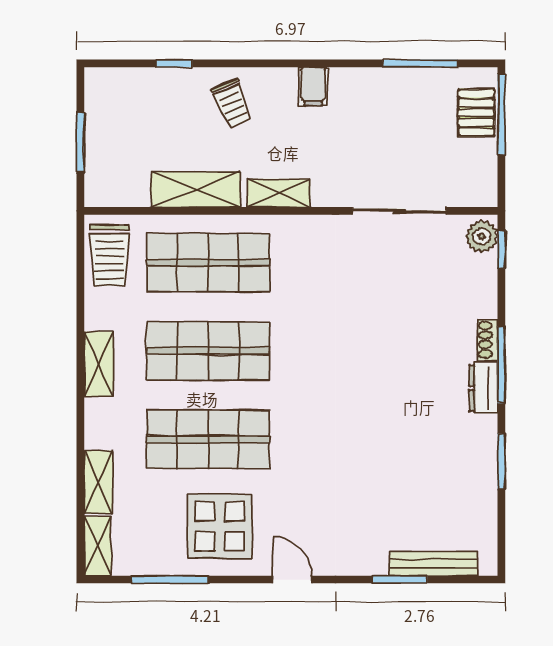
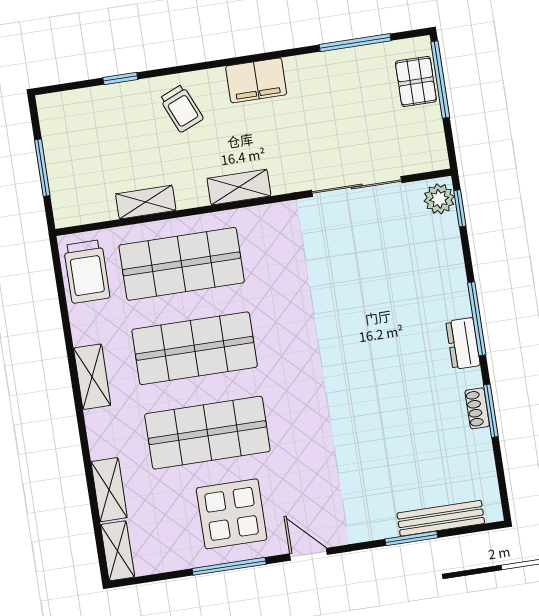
filing cabinet: (313, 87) -> (256, 80), width x2.00
shelving: (196, 189) -> (146, 202), width x0.67, depth x0.75
shoe rack: (488, 340) -> (477, 408), moved
window: (170, 580) -> (229, 566), moved

